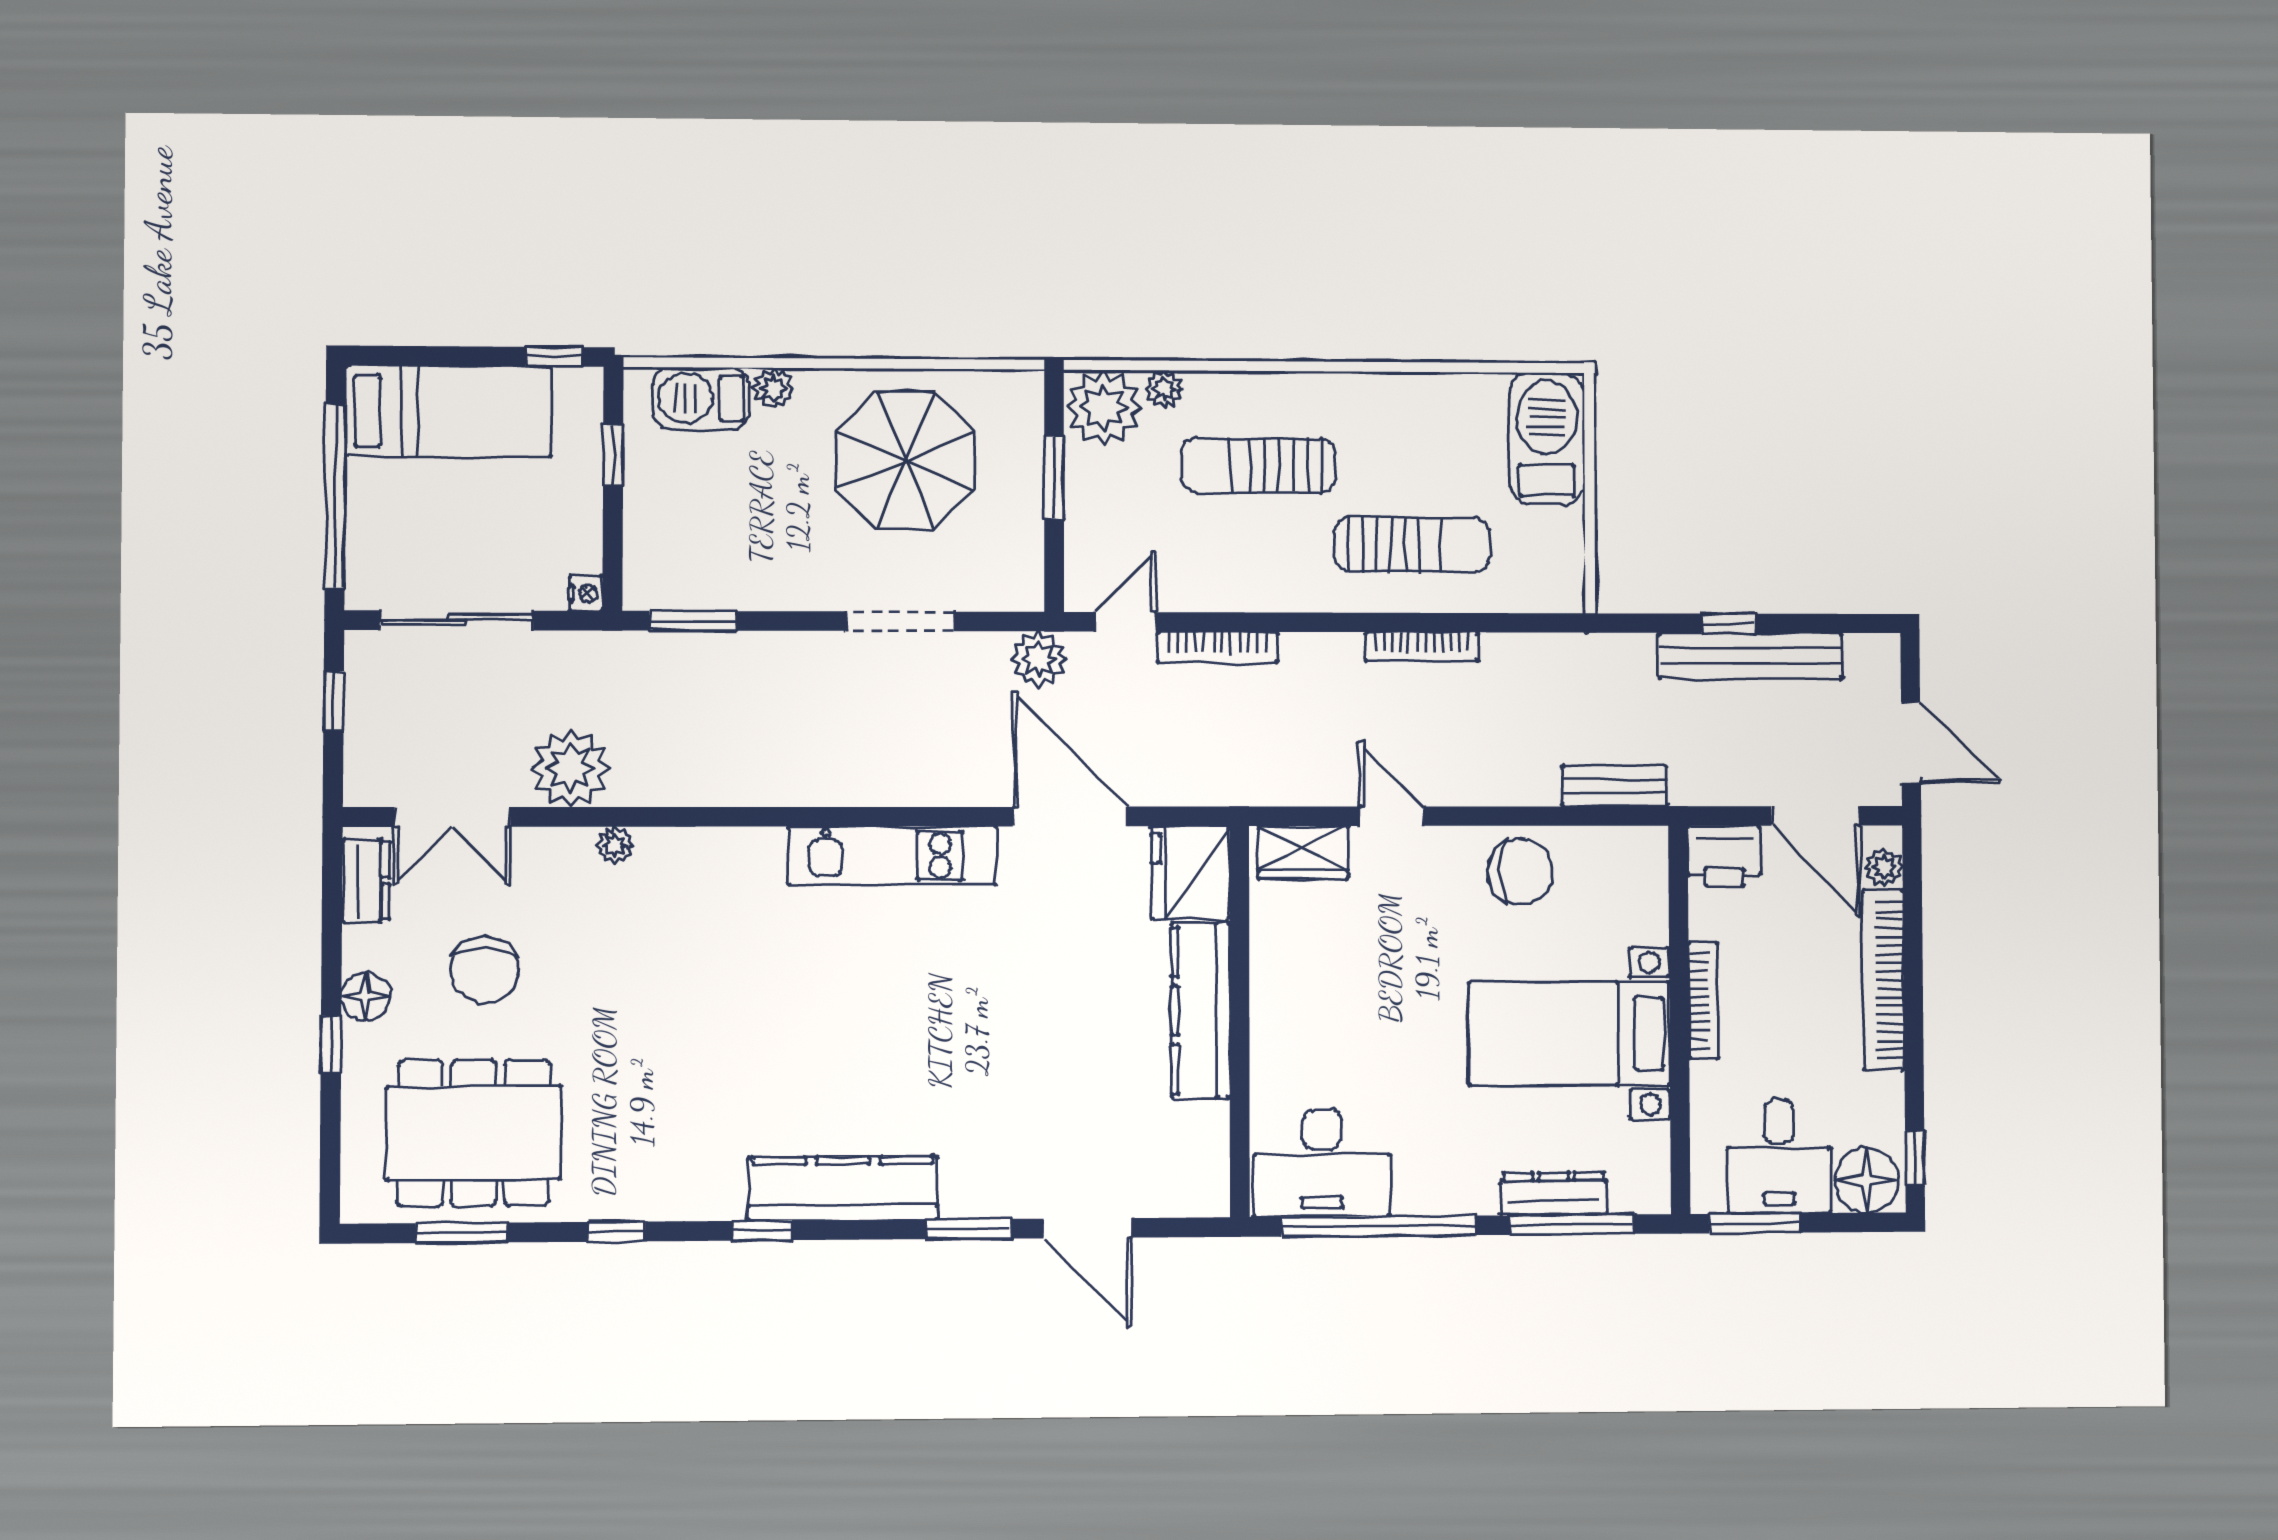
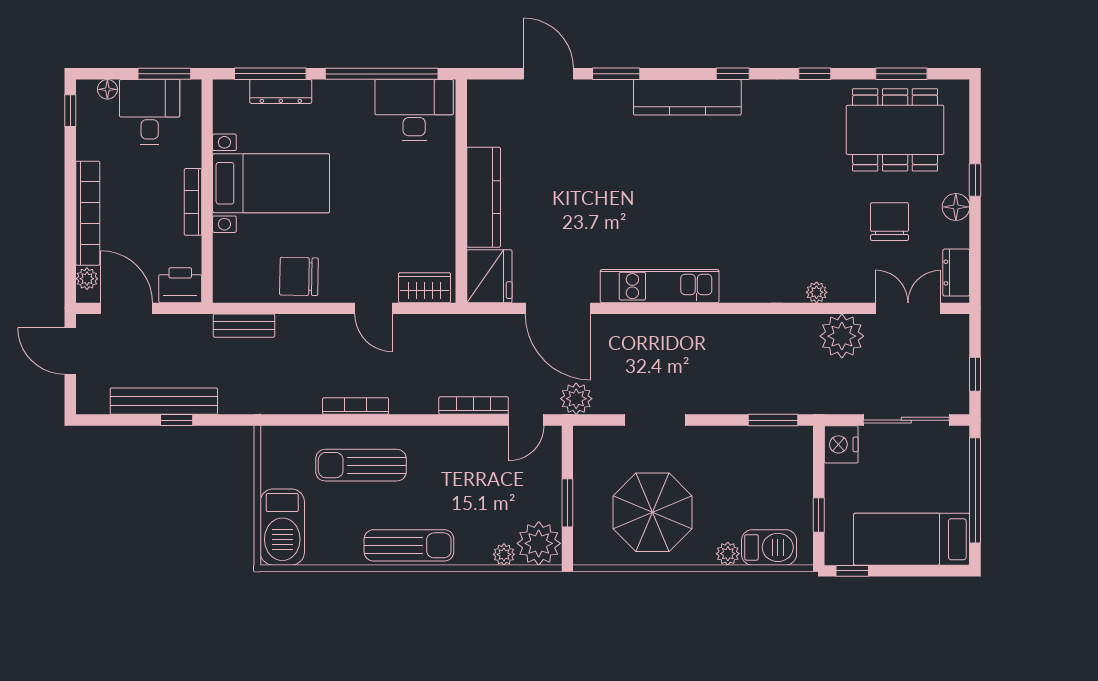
sun lounger: (1258, 465) -> (409, 545), moved
nightstand: (586, 593) -> (841, 444), width x1.89, depth x1.79
floor lamp: (1867, 1180) -> (107, 89), width x0.53, depth x0.53

